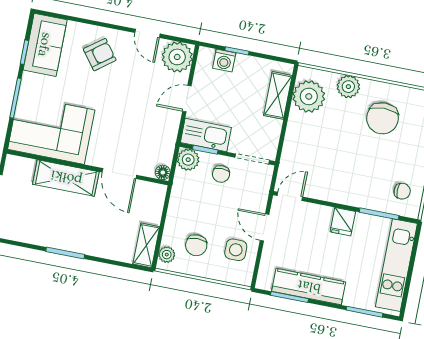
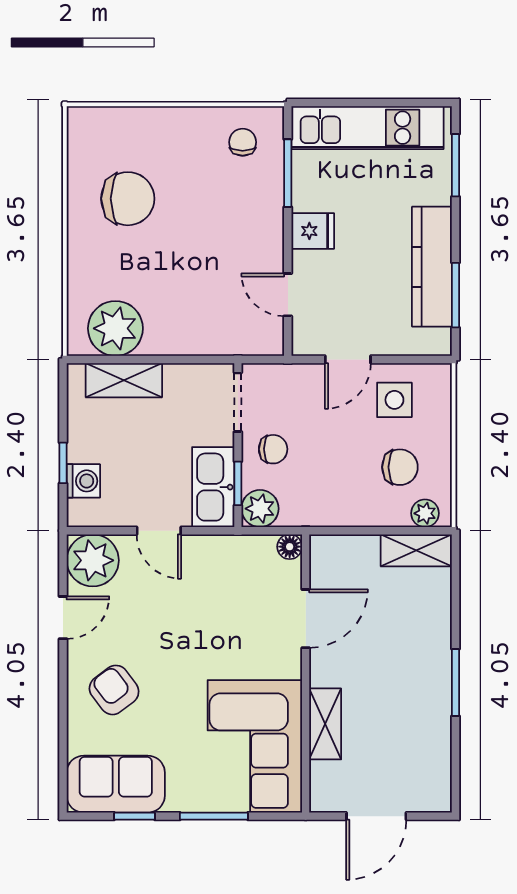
plant: (348, 87) -> (86, 266), removed
shelving: (66, 178) -> (325, 724), width x0.67, depth x0.75
door: (290, 196) -> (288, 295), moved

